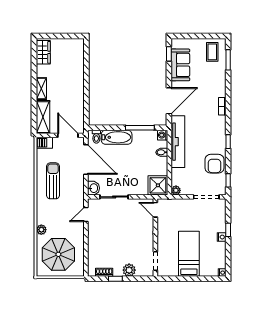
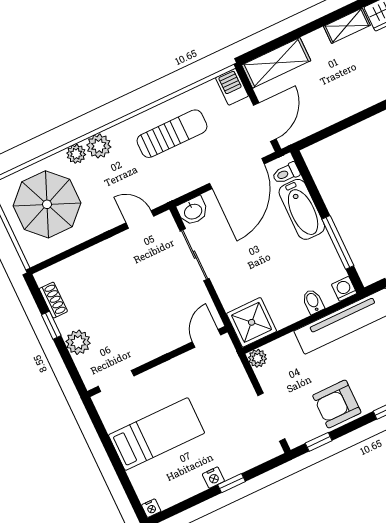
shelving: (41, 89) -> (347, 26), moved
plant: (43, 217) -> (99, 146), added

